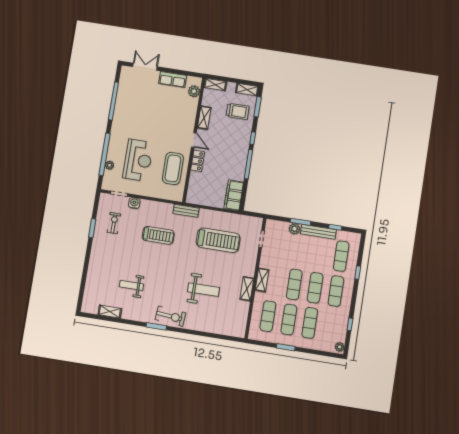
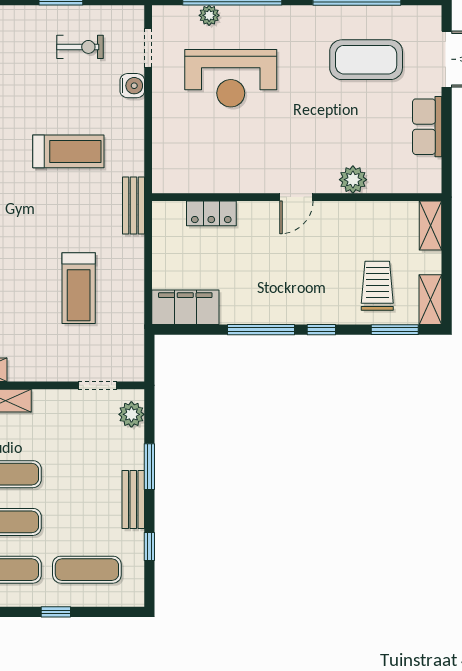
plant: (194, 91) -> (353, 180), moved
trolley: (238, 111) -> (377, 286), turned 180
shelving: (204, 118) -> (351, 213), removed
locker: (198, 161) -> (211, 213), moved
coffee table: (173, 168) -> (366, 60), moved
plant: (294, 229) -> (131, 414), moved
bench: (318, 232) -> (133, 499), width x0.73
treadmill: (158, 235) -> (68, 151), turned -90
treadmill: (218, 240) -> (79, 288), width x0.73, depth x0.73

